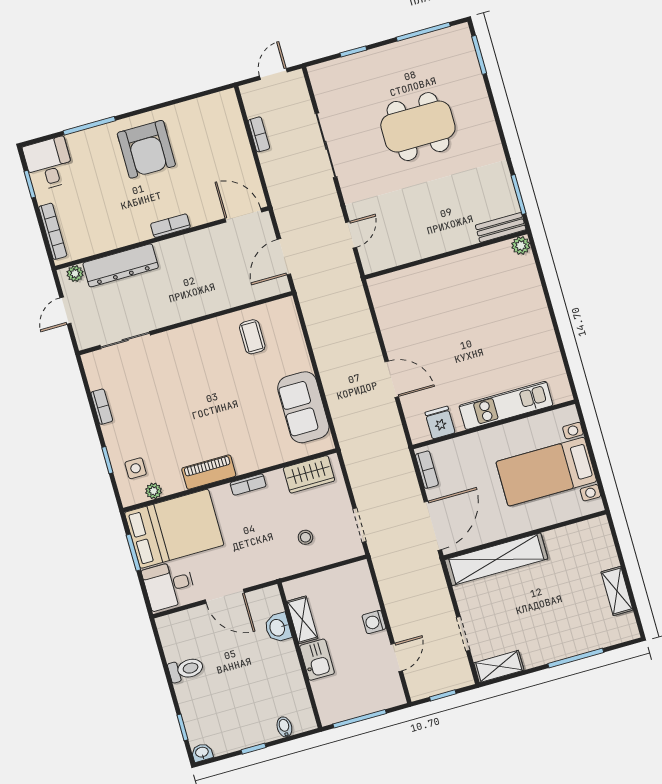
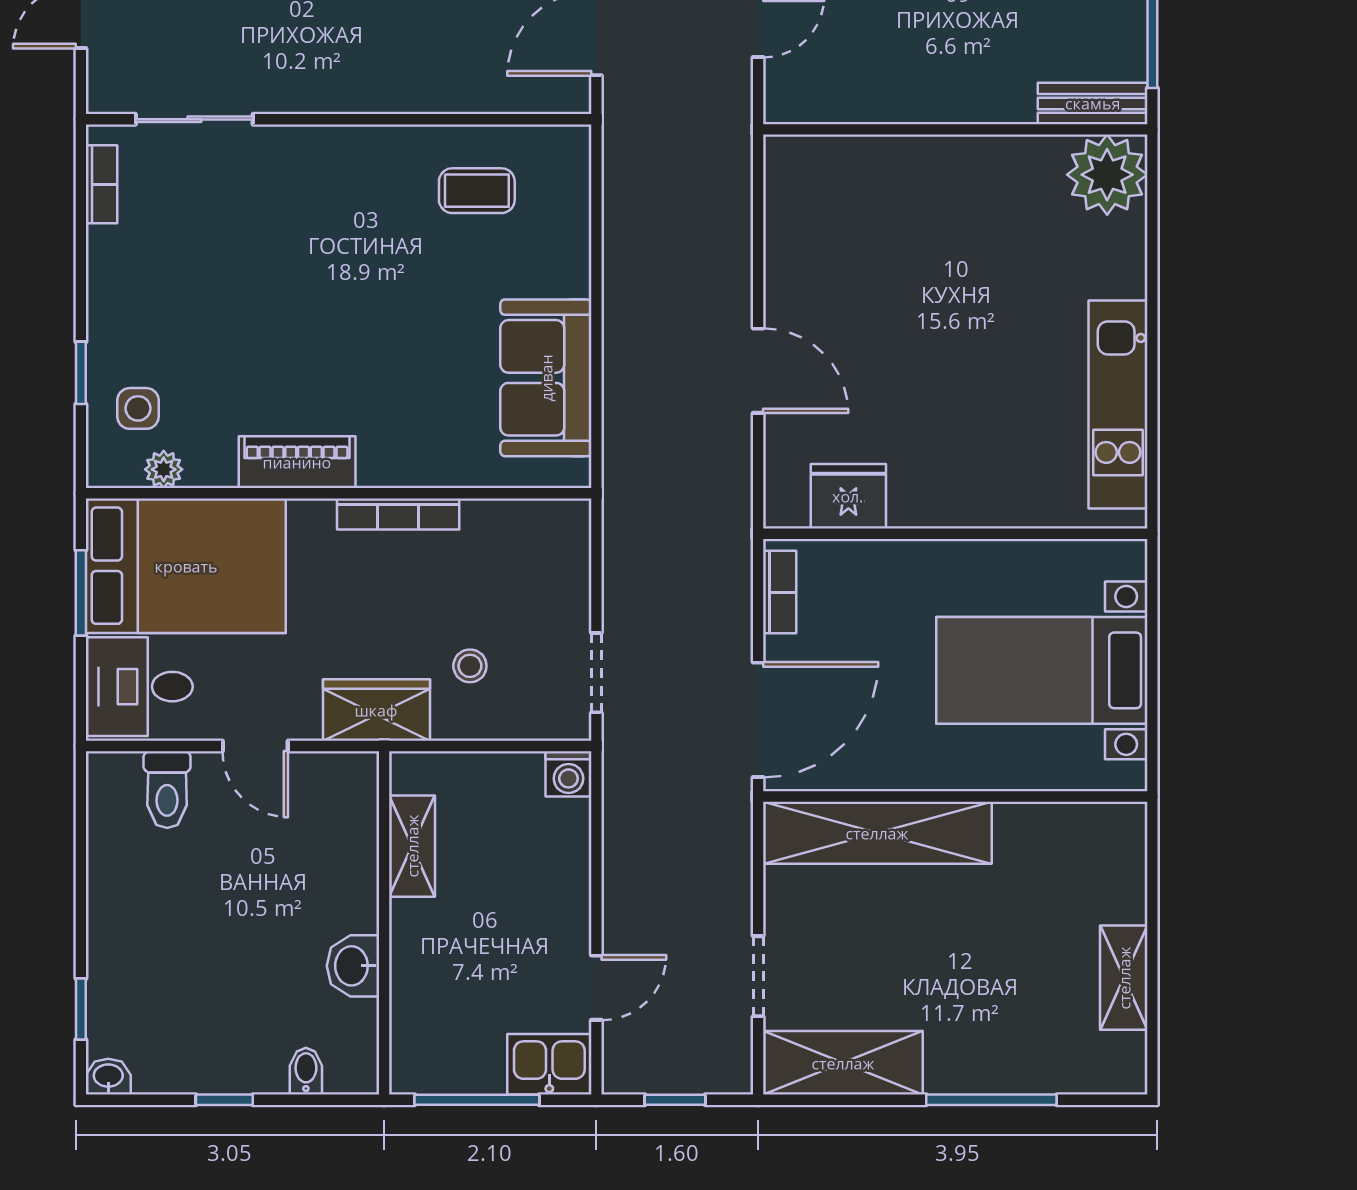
plant: (521, 246) -> (1107, 175), width x1.88, depth x1.88
coffee table: (252, 337) -> (477, 191), turned 90
kitchen unit: (506, 405) -> (1118, 405), moved, turned -90
bookcase: (102, 407) -> (102, 184), moved
fridge: (440, 423) -> (848, 496), width x1.38
wardrobe: (309, 474) -> (376, 710), moved, turned 180
bookcase: (248, 485) -> (398, 514), width x1.56
door: (225, 596) -> (255, 746), width x0.73
washing machine: (374, 622) -> (568, 774), moved, turned -90
washbasin: (278, 628) -> (353, 966), moved
kitchen sink: (317, 660) -> (549, 1064), moved, turned -90
shelving: (499, 666) -> (843, 1063), width x1.50, depth x1.33
toilet: (186, 669) -> (167, 790), moved, turned 90

